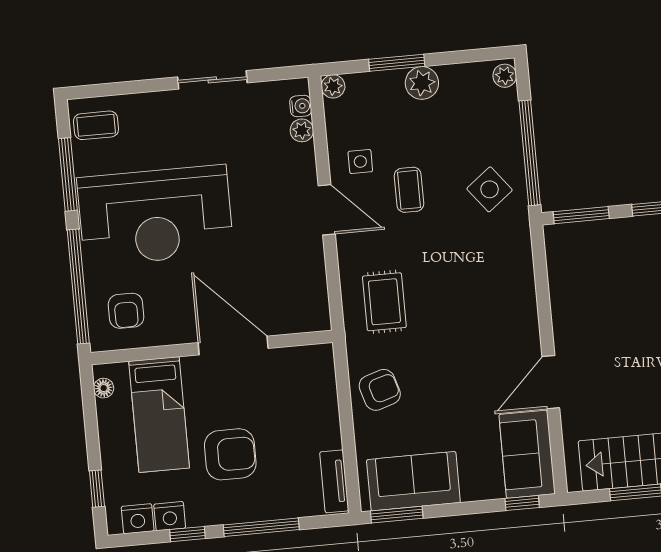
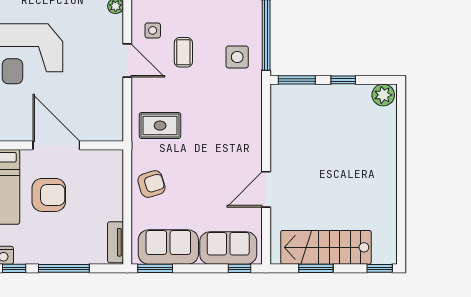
side table: (490, 189) -> (237, 57), turned 38
rug: (384, 302) -> (160, 126), turned 90
armchair: (230, 454) -> (49, 195), moved
sofa: (527, 454) -> (228, 248), moved, turned 90

